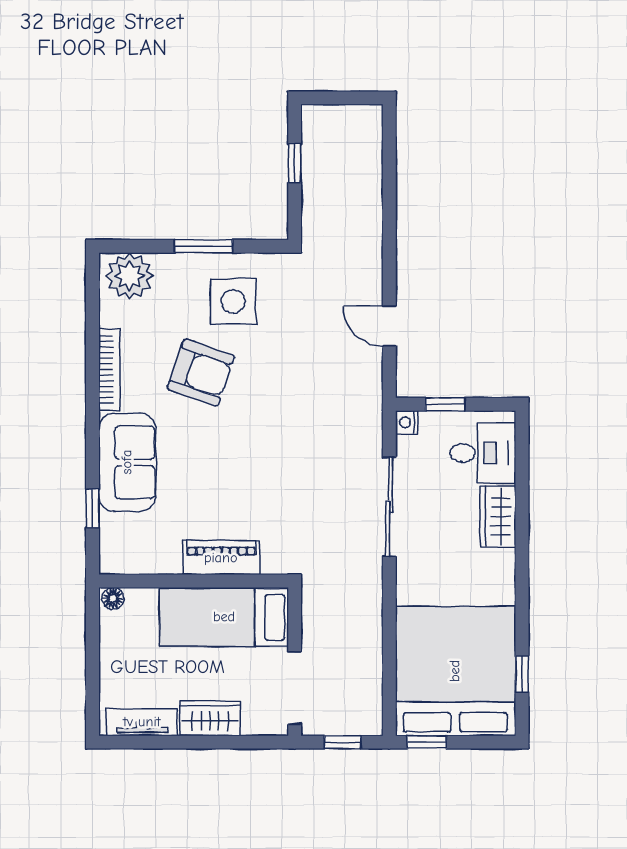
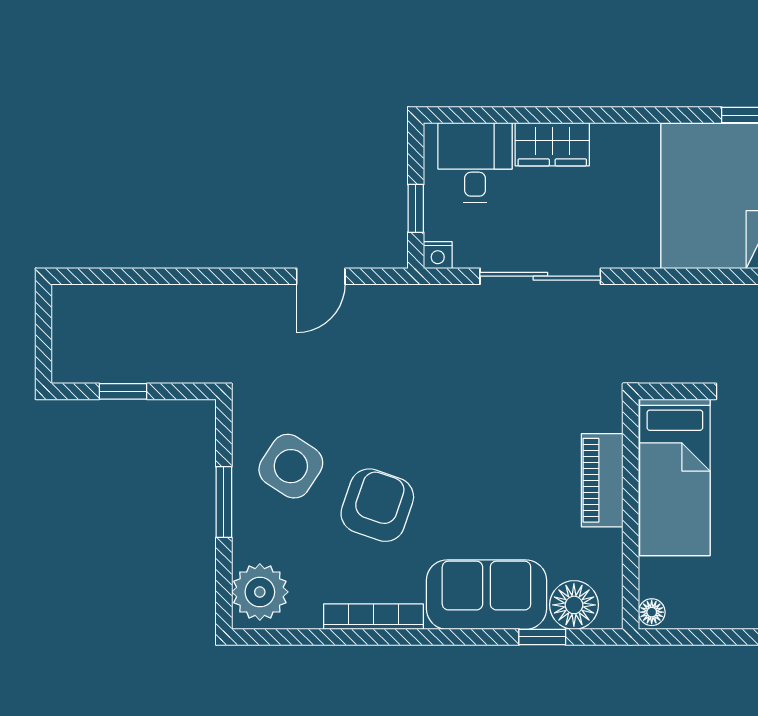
side table: (233, 301) -> (291, 466), turned 33
floor lamp: (119, 534) -> (574, 605), added

